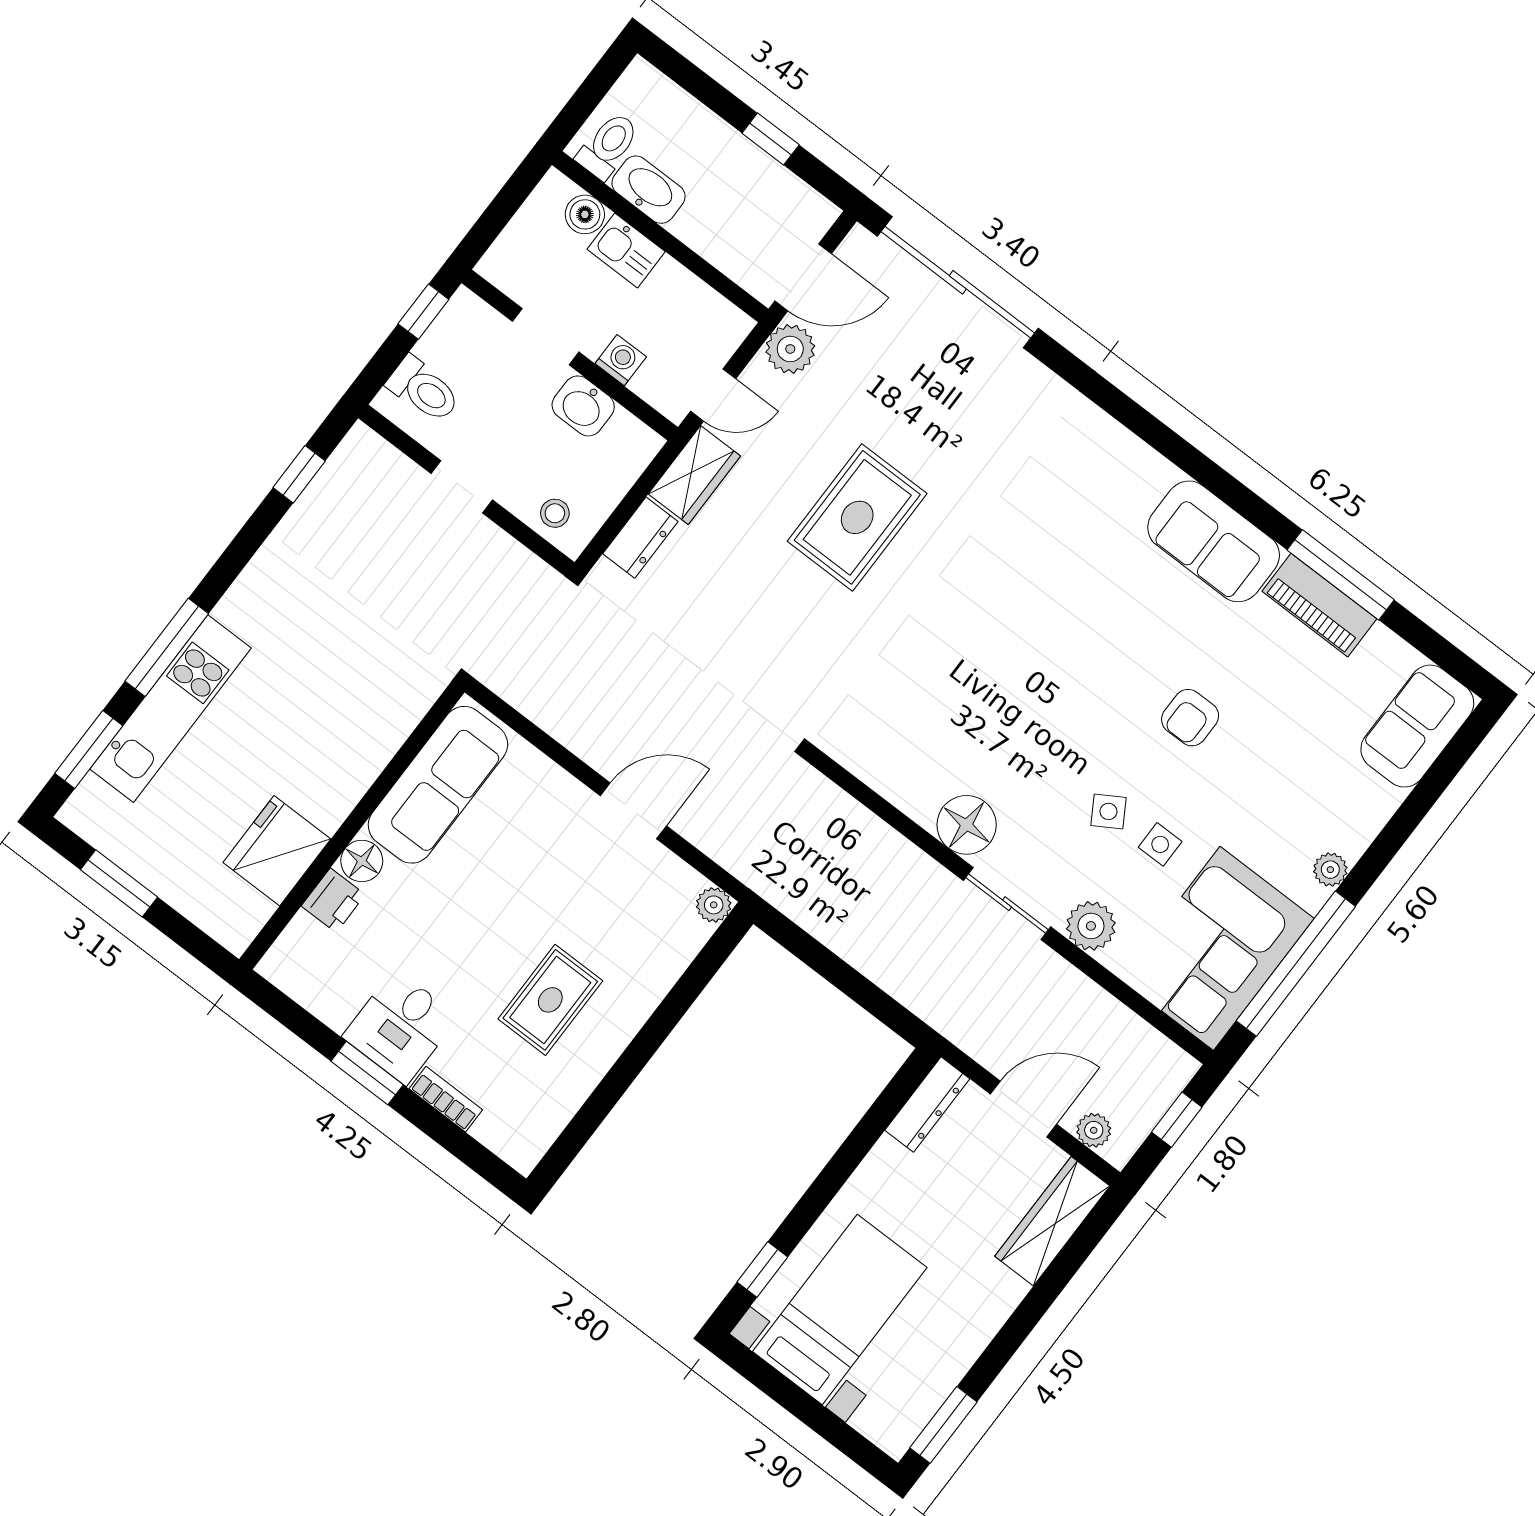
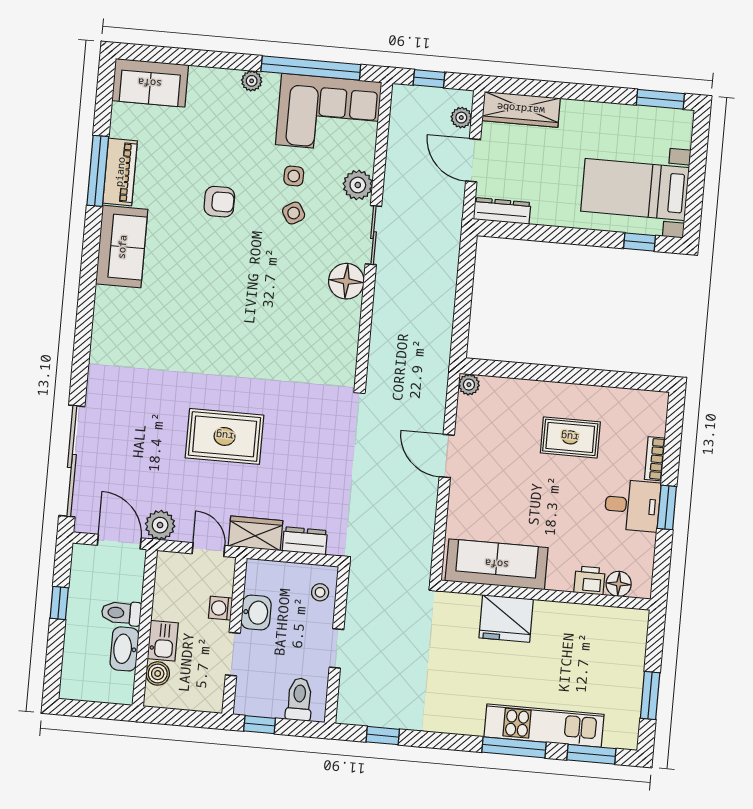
toilet: (608, 146) -> (121, 613), moved
fridge: (277, 851) -> (506, 619), moved
floor lamp: (362, 861) -> (619, 584), moved

